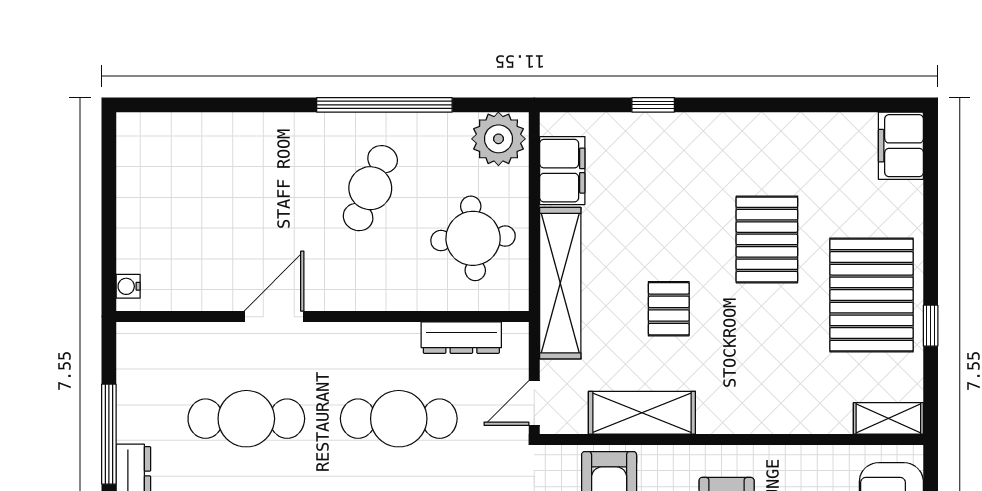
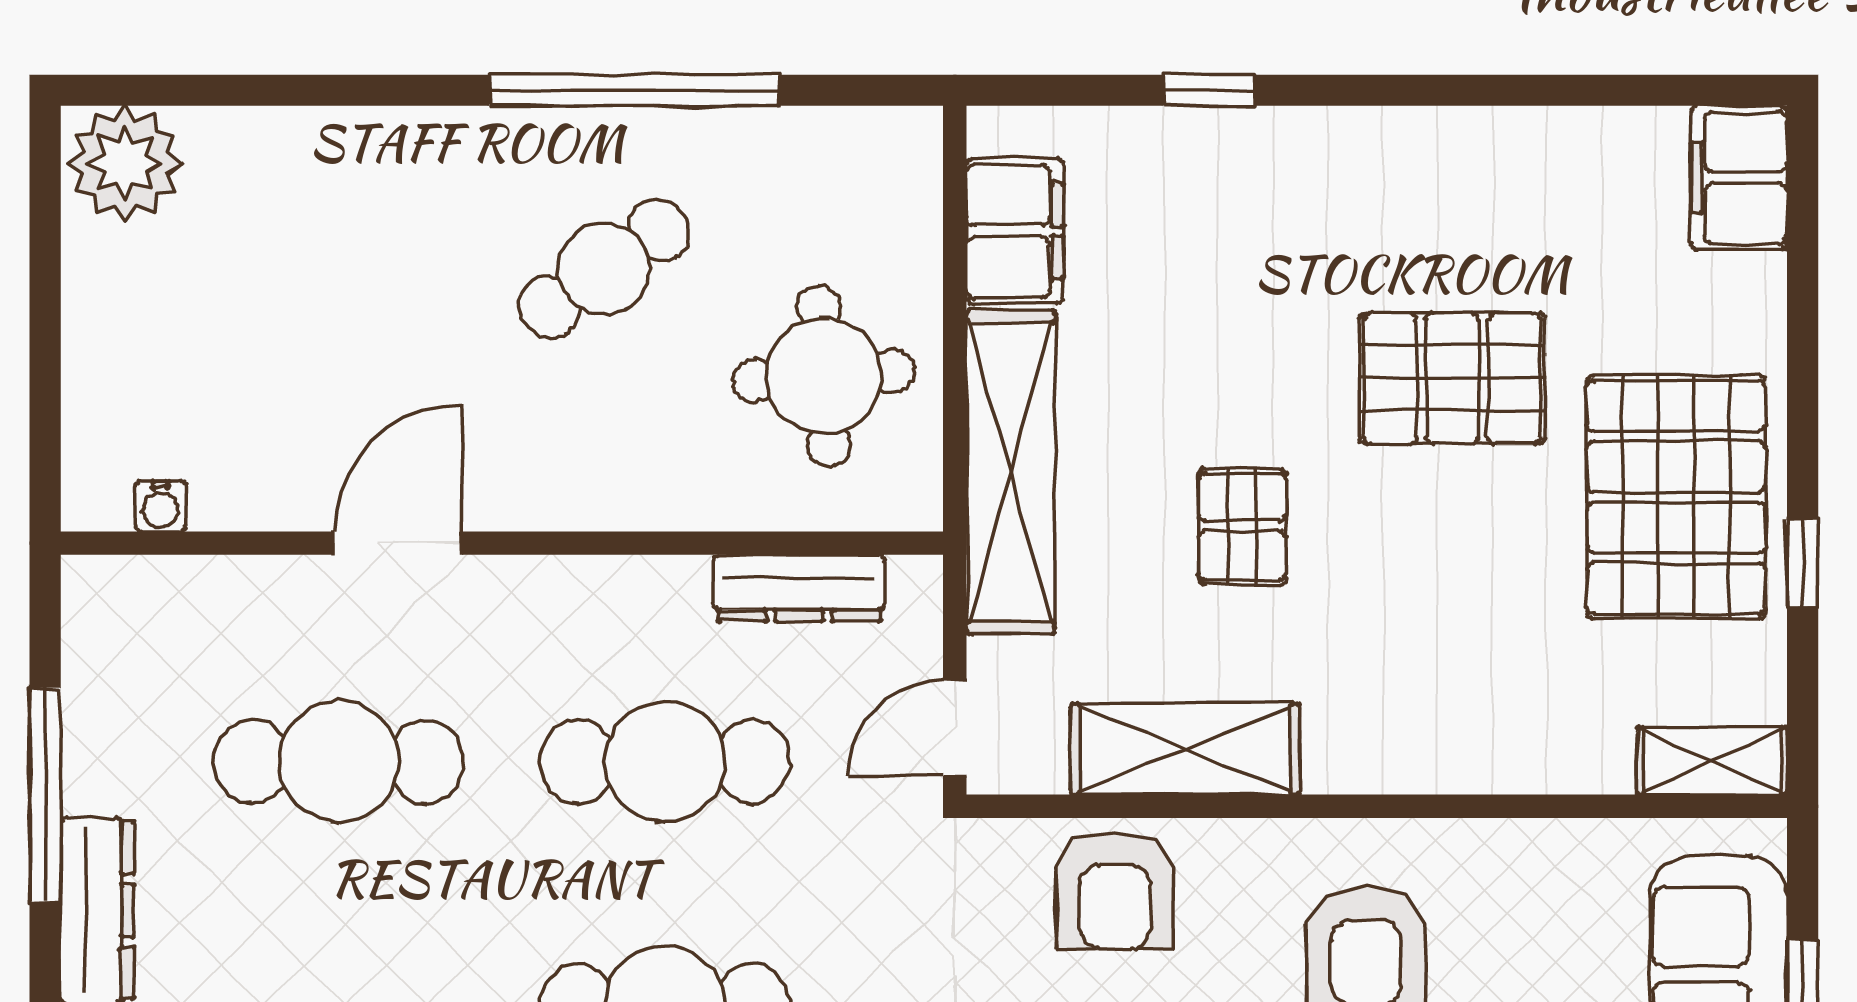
plant: (498, 139) -> (125, 163), moved
cafe table: (370, 188) -> (604, 269), turned 32
pallet: (767, 239) -> (1452, 378), turned 90
water cooler: (128, 286) -> (160, 506), moved, turned -90

